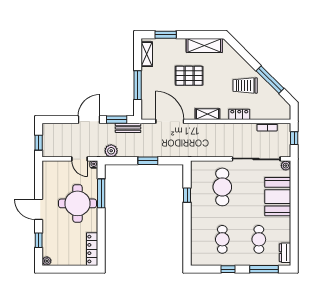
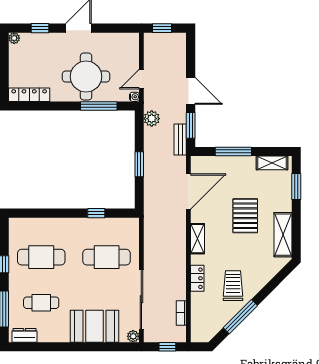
cafe table: (222, 239) -> (41, 257), width x1.37, depth x1.35

